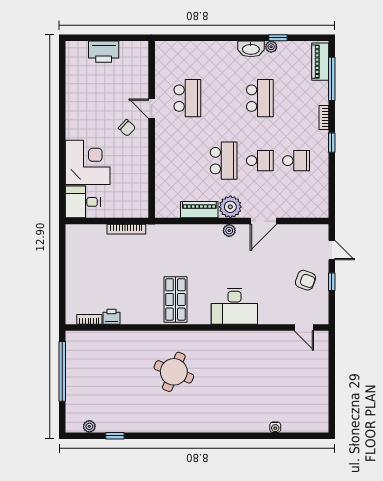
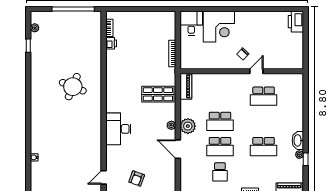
printer: (104, 52) -> (296, 22), moved
school desk: (260, 161) -> (220, 147), width x1.85
piano: (199, 210) -> (186, 86), moved
shop shelf: (175, 299) -> (158, 94), moved

